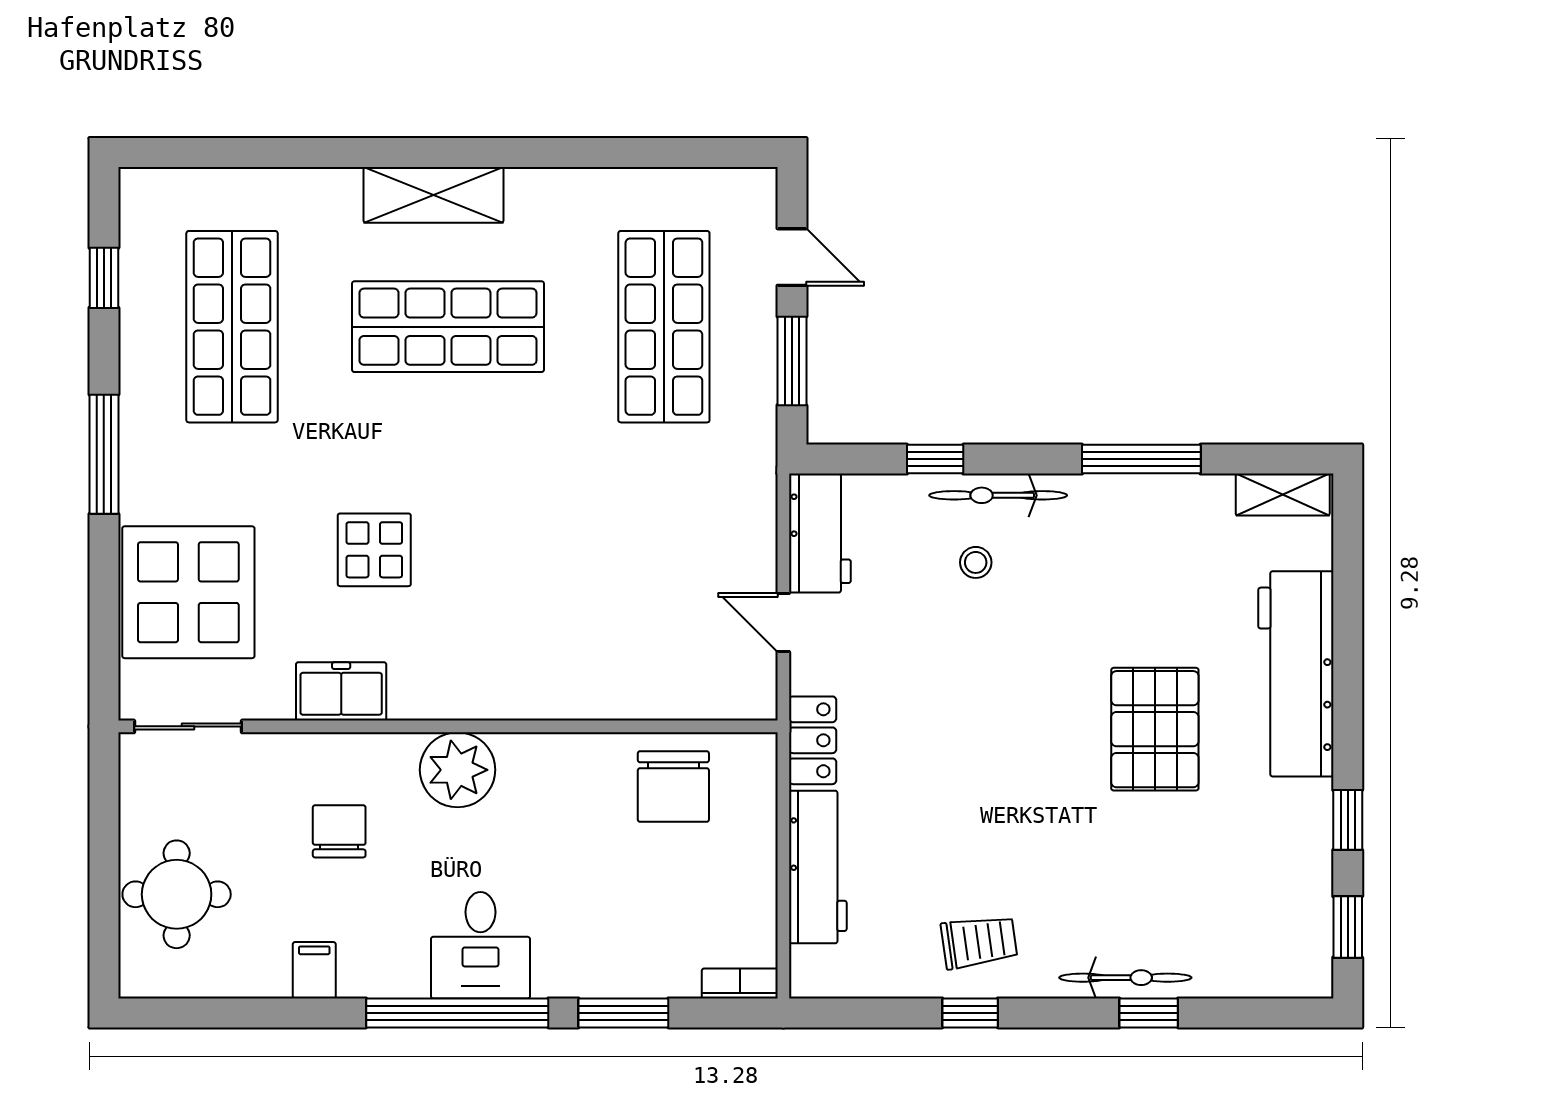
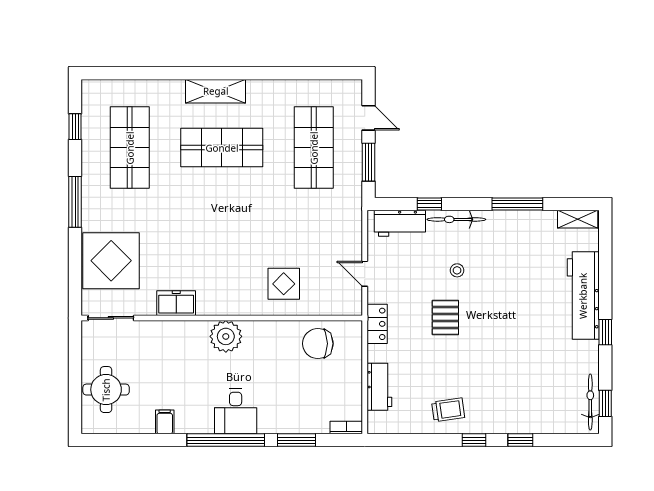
workbench: (820, 533) -> (400, 223), moved, turned 90
display table: (374, 550) -> (284, 284), moved
stool: (976, 562) -> (457, 270), moved
pallet: (1155, 729) -> (445, 317), moved, width x0.67, depth x0.71
chair: (673, 786) -> (318, 344), turned 90
window: (1348, 820) -> (605, 332), moved
chair: (339, 831) -> (175, 363), removed
workbench: (818, 867) -> (379, 387), width x0.73
bicycle: (1125, 978) -> (590, 402), moved, turned -90
window: (970, 1013) -> (474, 440), moved

